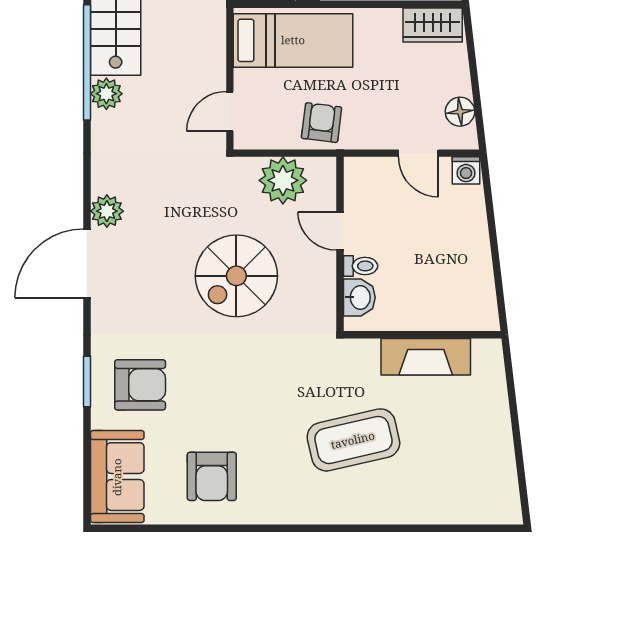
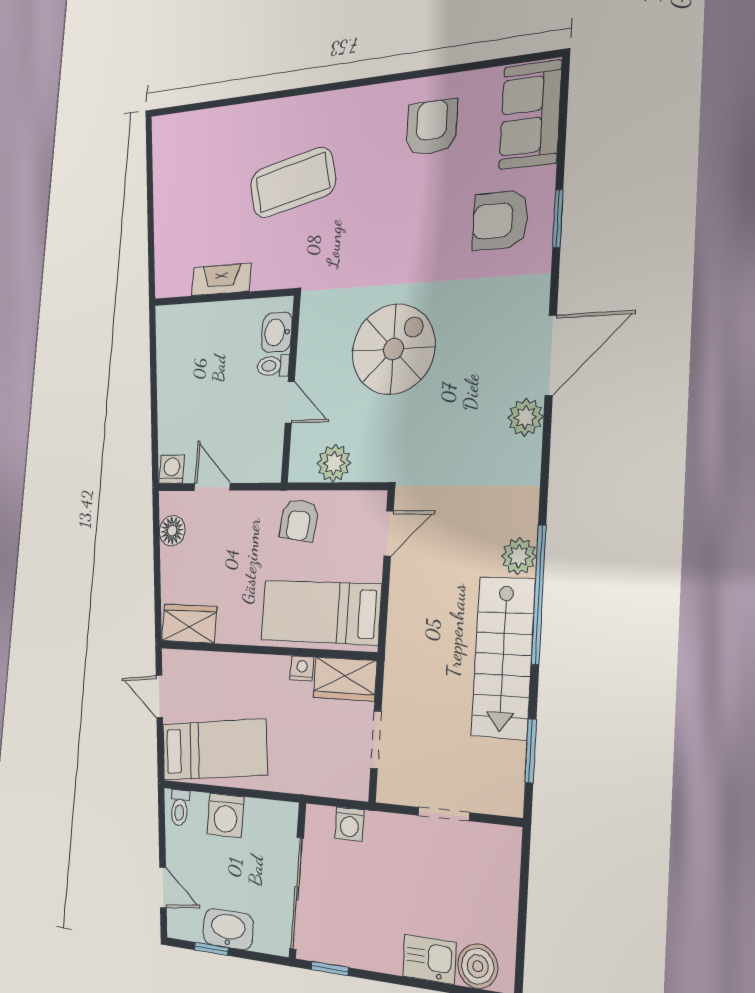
plant: (283, 180) -> (334, 463), width x0.73, depth x0.73
fireplace: (426, 357) -> (221, 279), width x0.73, depth x0.76

